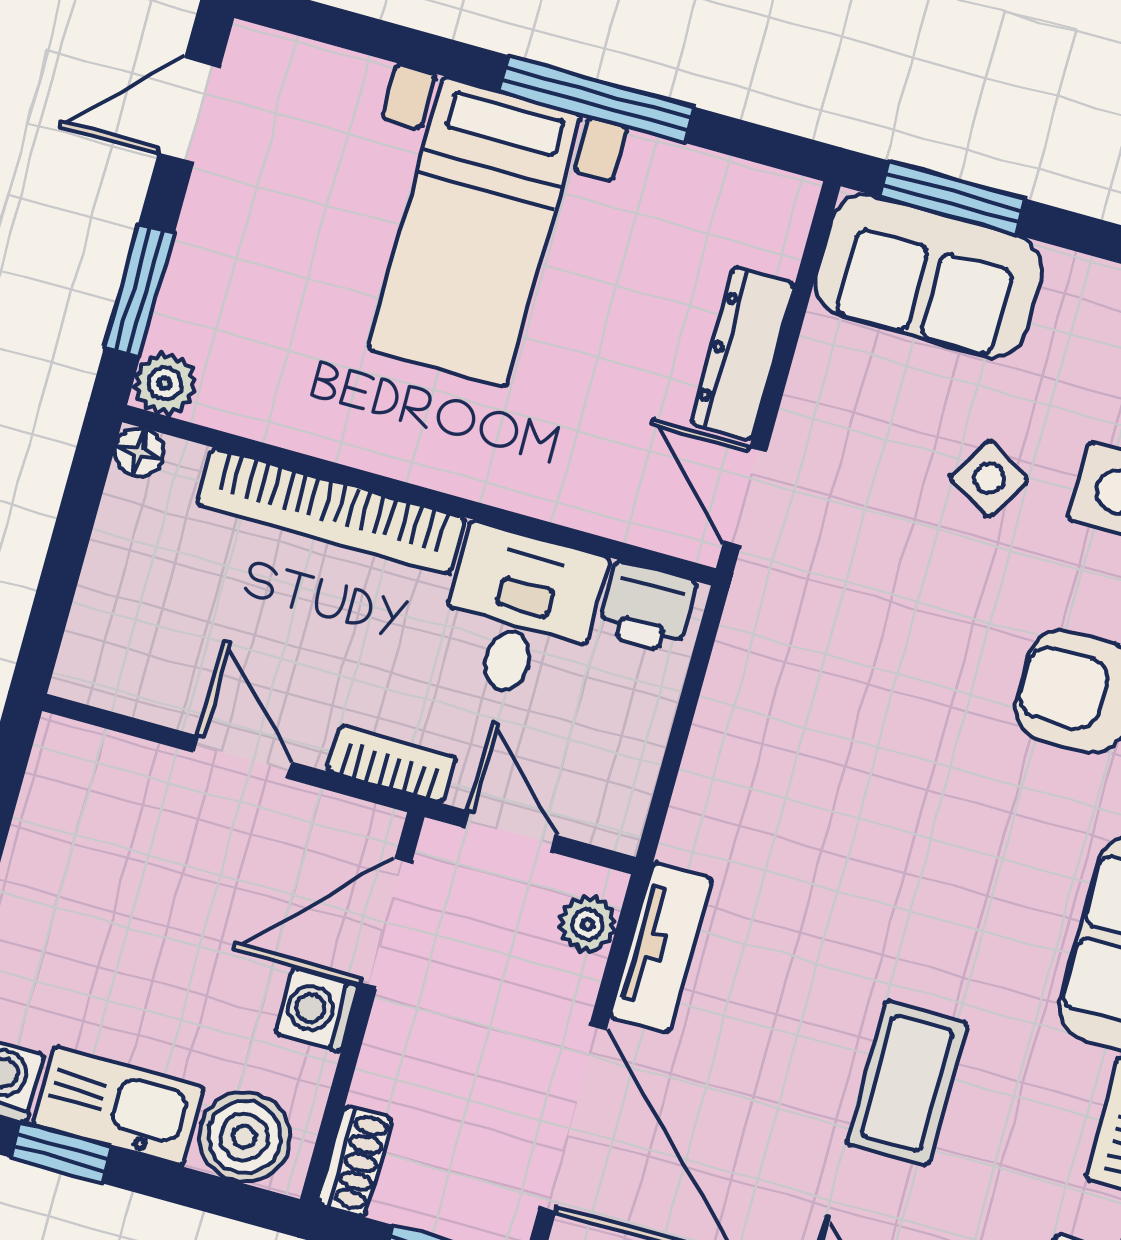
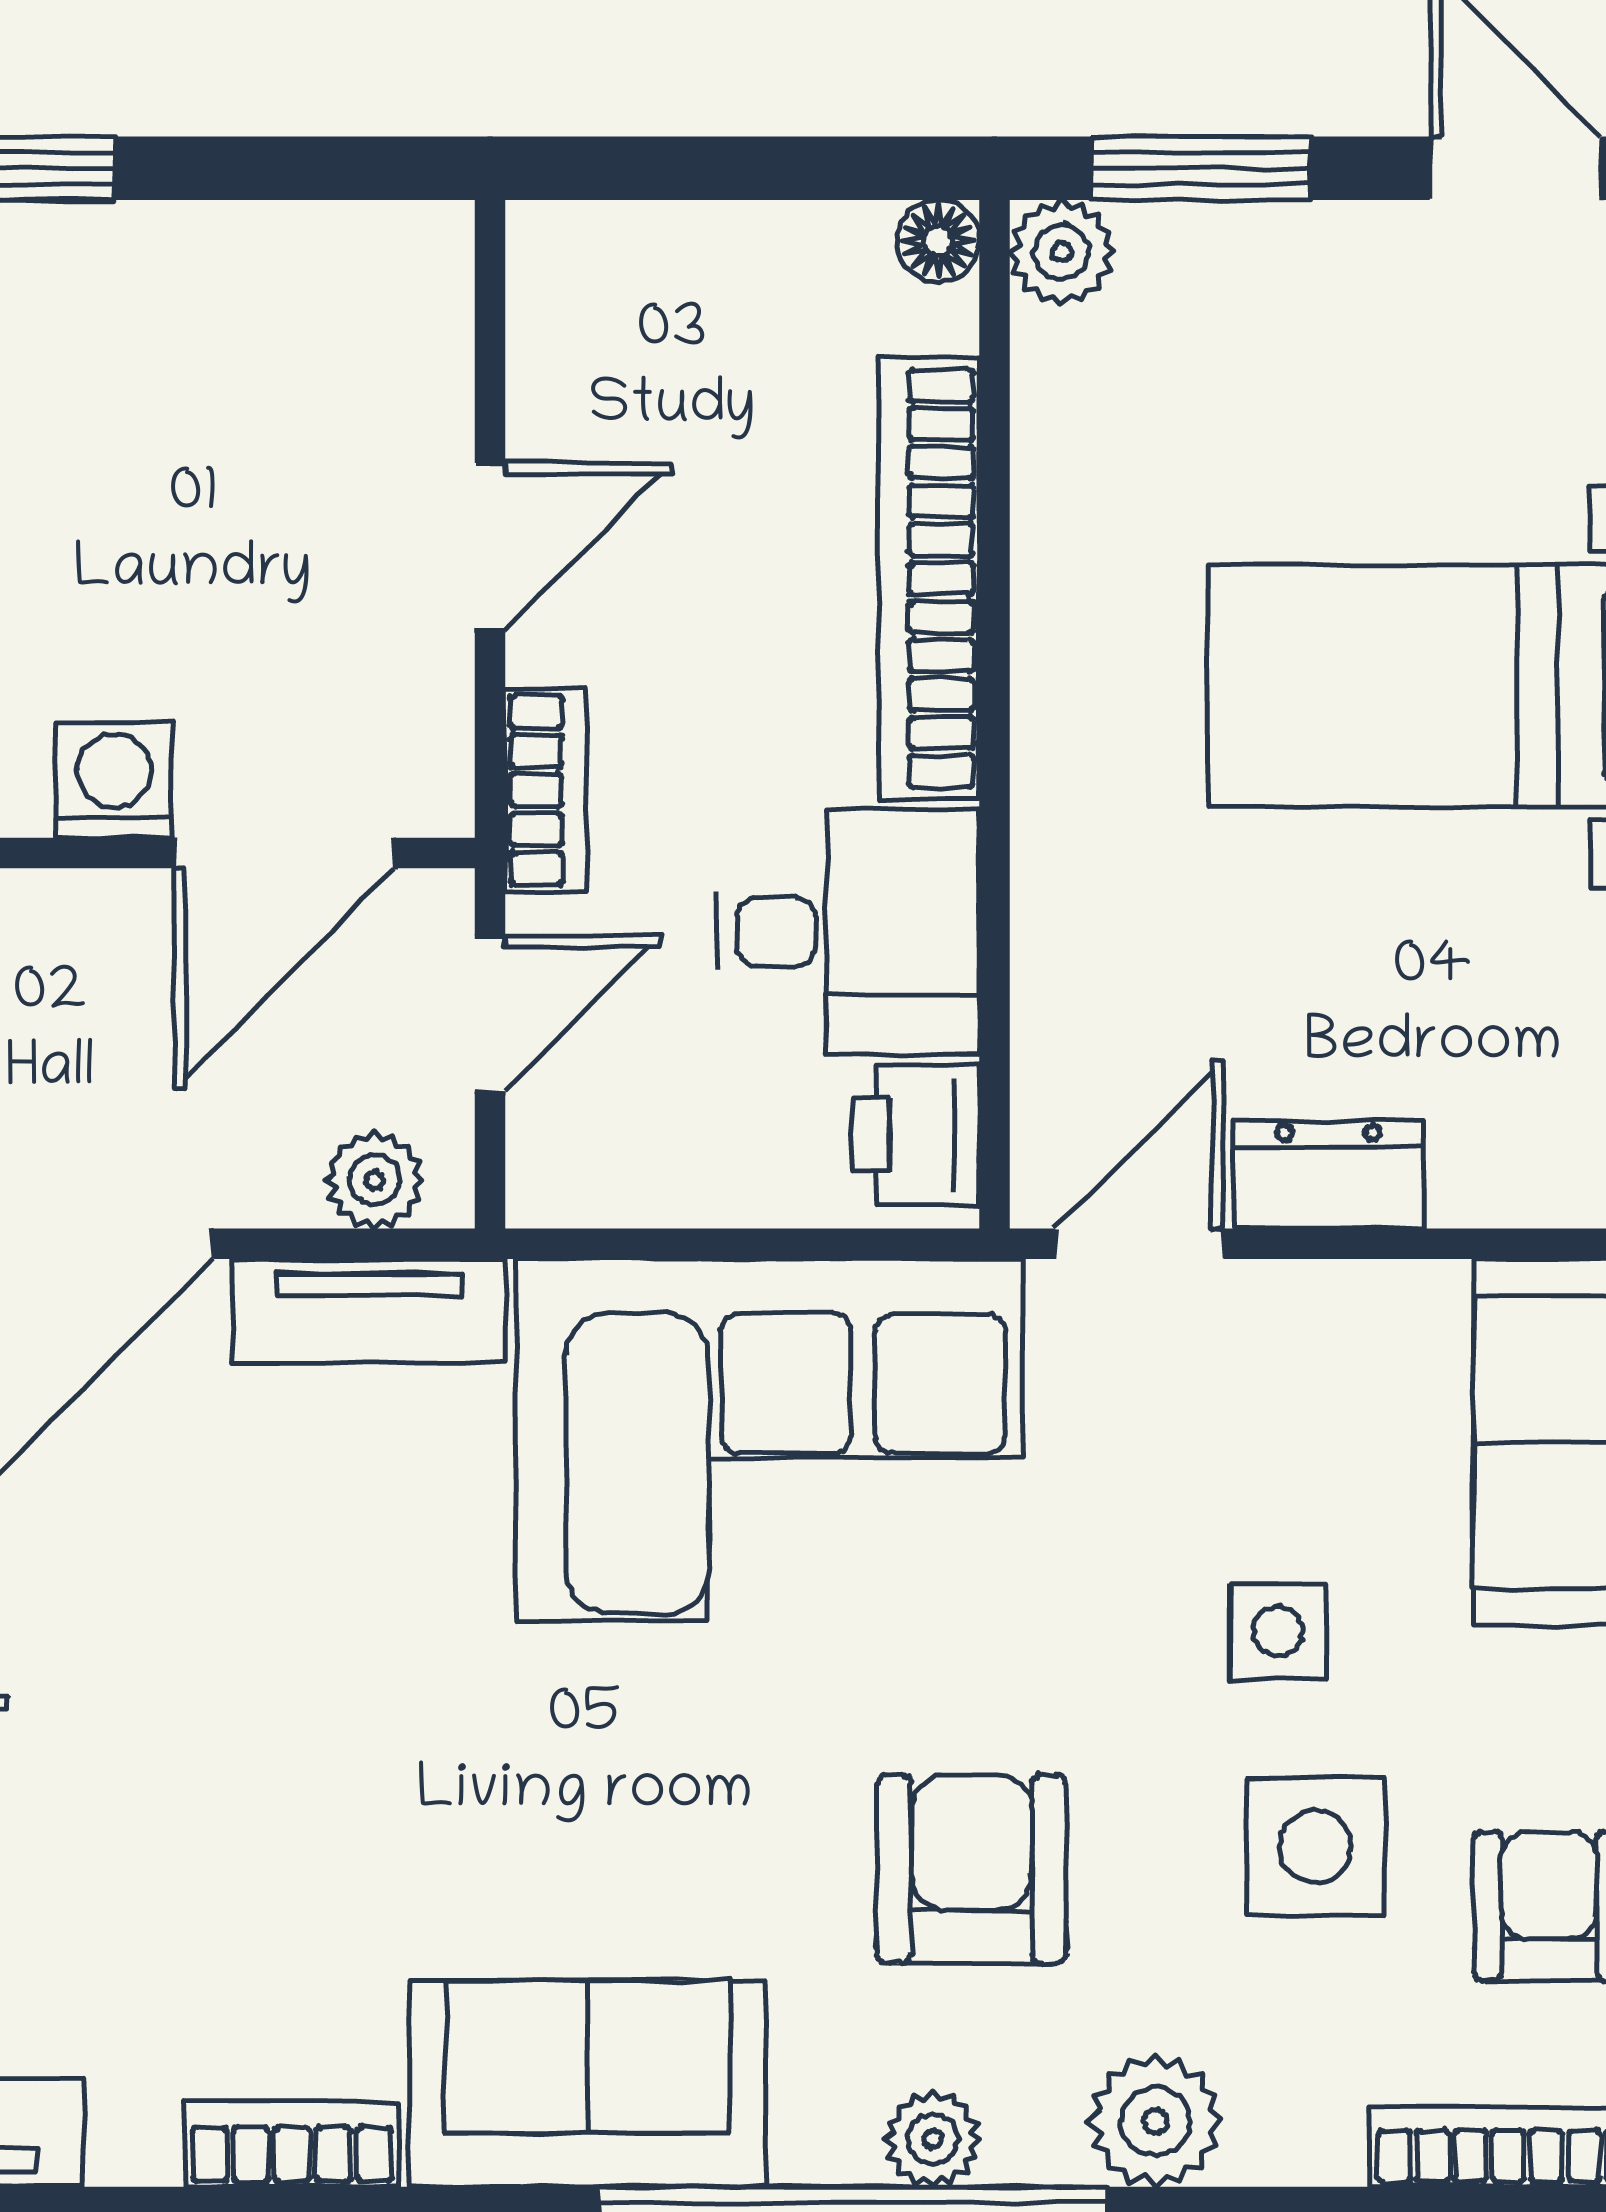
dresser: (742, 353) -> (1328, 1175), width x0.70
side table: (989, 479) -> (1278, 1631), turned -31
corner sofa: (799, 739) -> (769, 1440), added
door: (386, 924) -> (284, 853), swing flipped
coffee table: (907, 1083) -> (260, 1770), removed

